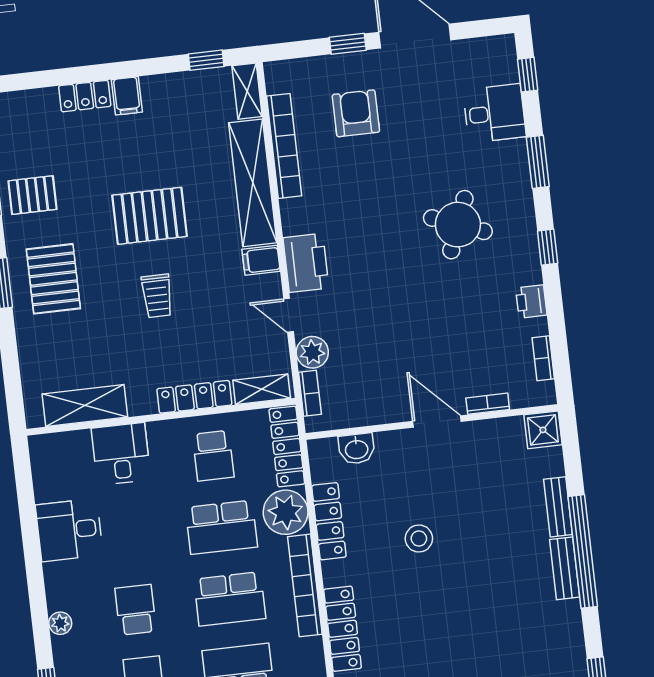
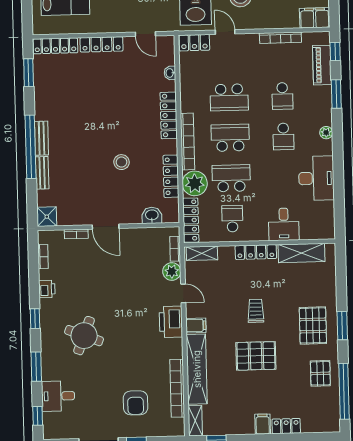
pallet: (32, 195) -> (320, 373), turned 90
locker: (194, 397) -> (256, 252), moved
desk: (69, 530) -> (316, 178), width x1.37

